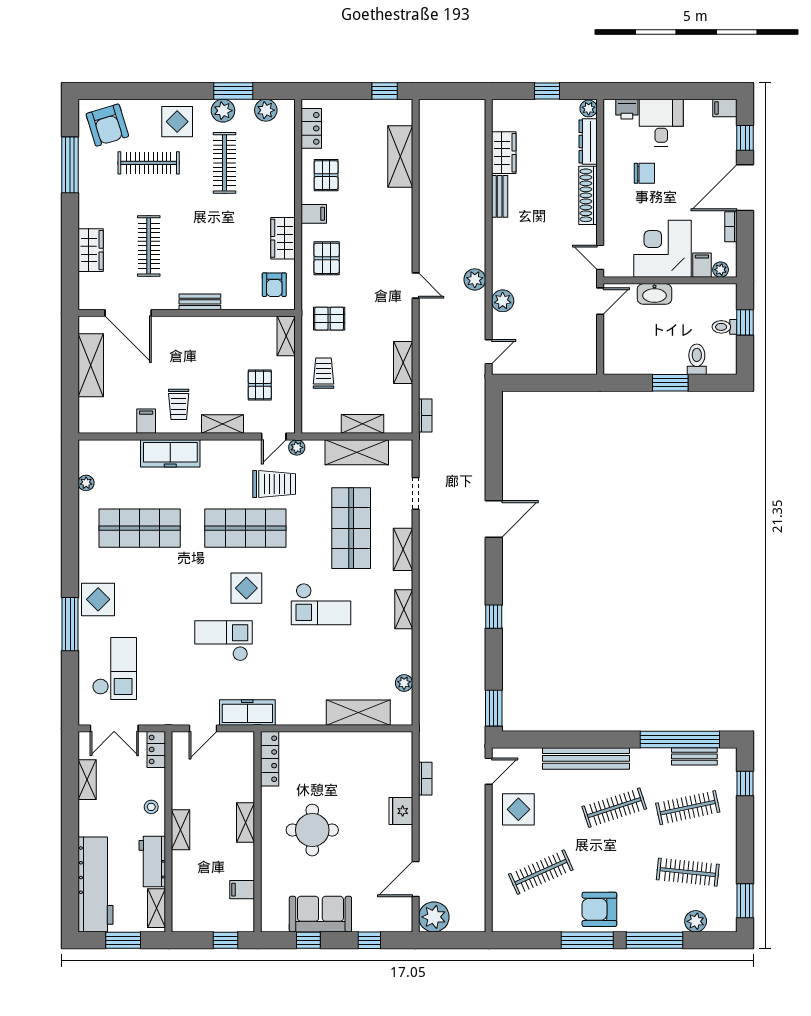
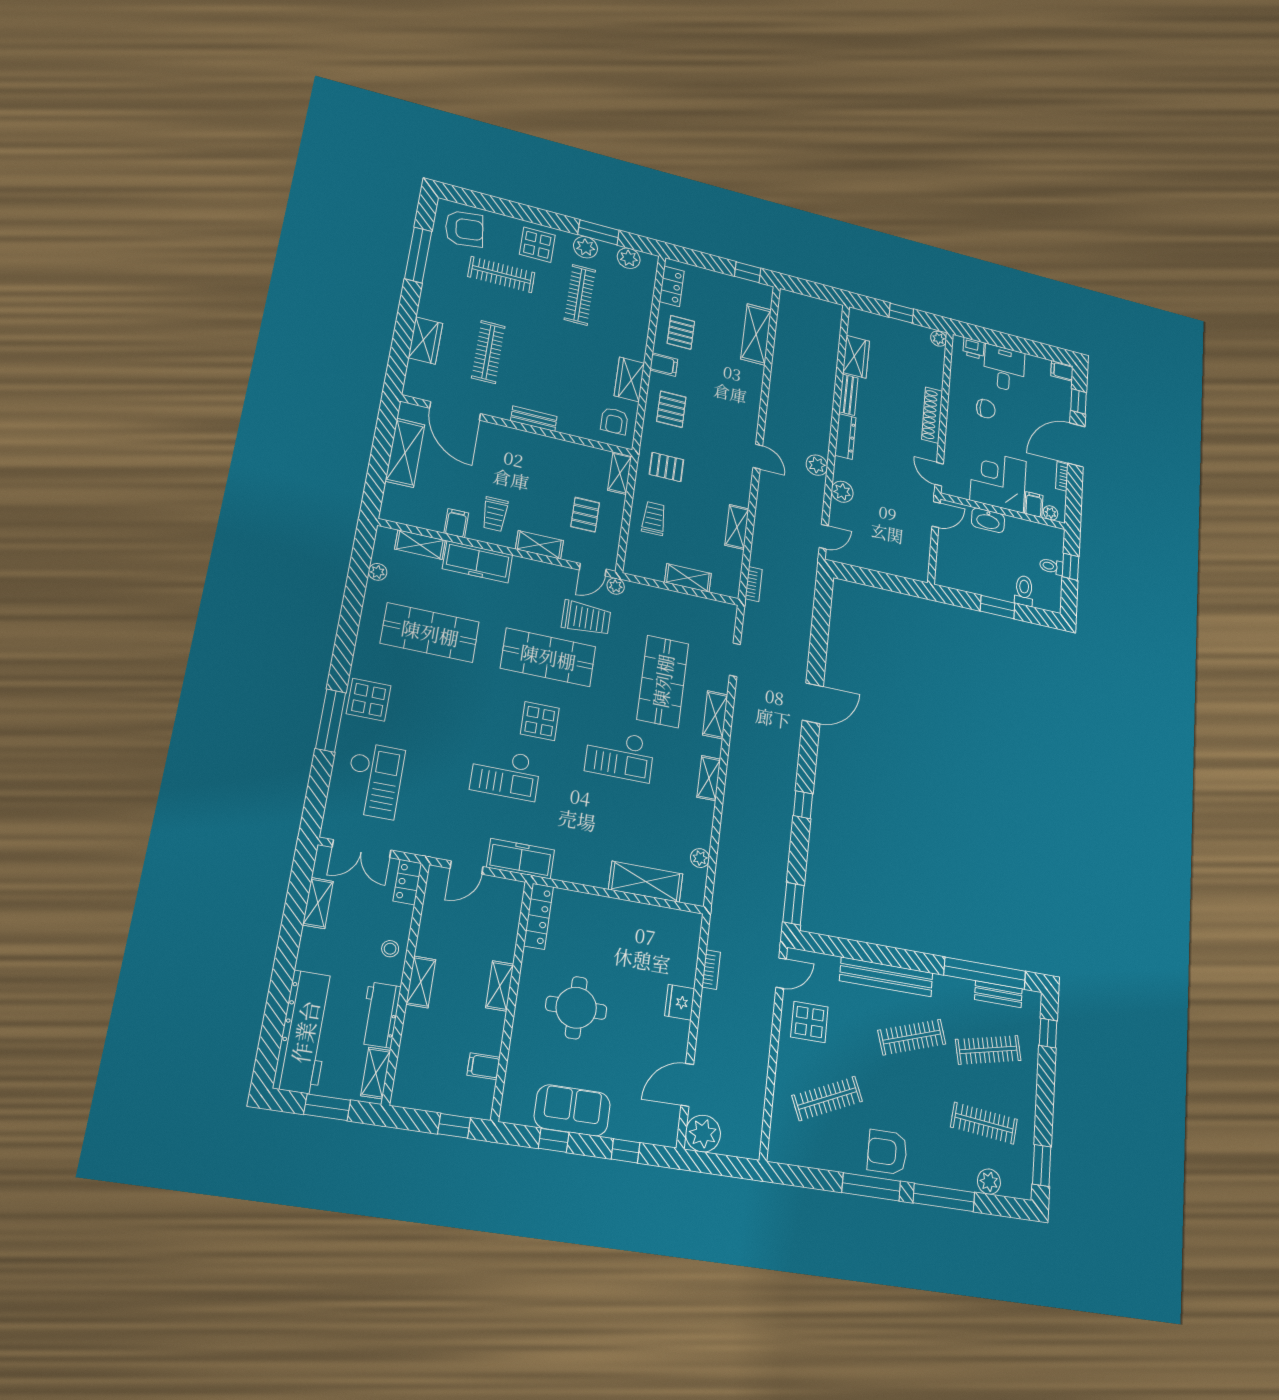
armchair: (107, 125) -> (464, 229), turned -81
dresser: (588, 142) -> (845, 436), moved, turned 180
shelving: (357, 452) -> (420, 545), moved, width x0.67, depth x0.75
checkout: (224, 641) -> (505, 774), turned 180

